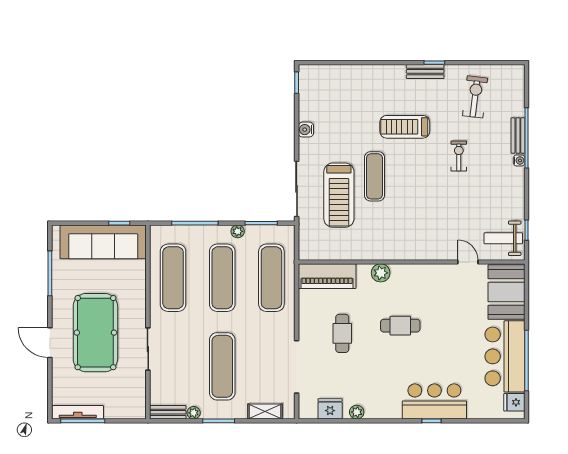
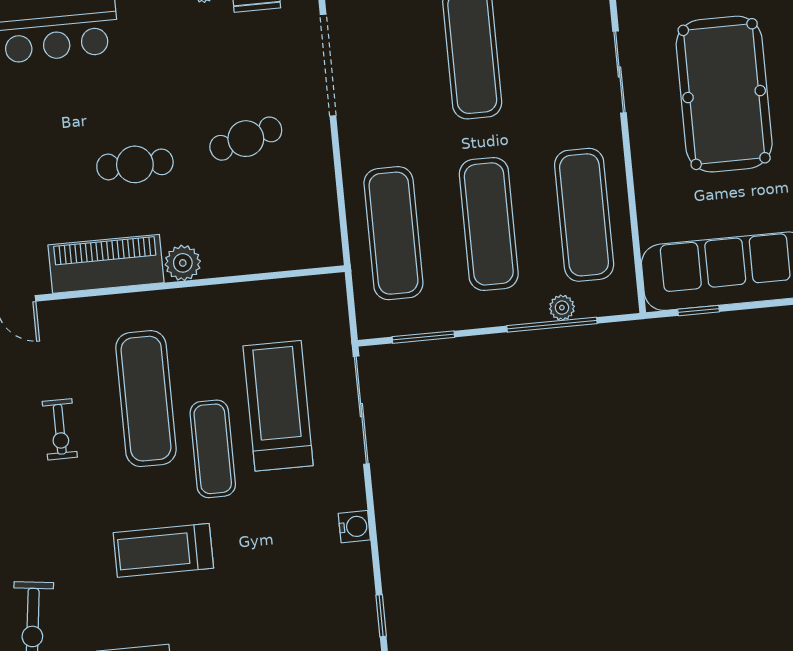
treadmill: (405, 127) -> (163, 550), turned 180
exercise bike: (459, 156) -> (60, 429), moved
exercise mat: (406, 205) -> (146, 399), added
plant: (238, 231) -> (562, 308), moved
piano: (327, 276) -> (106, 264), moved
cafe table: (342, 333) -> (246, 139), turned 75

